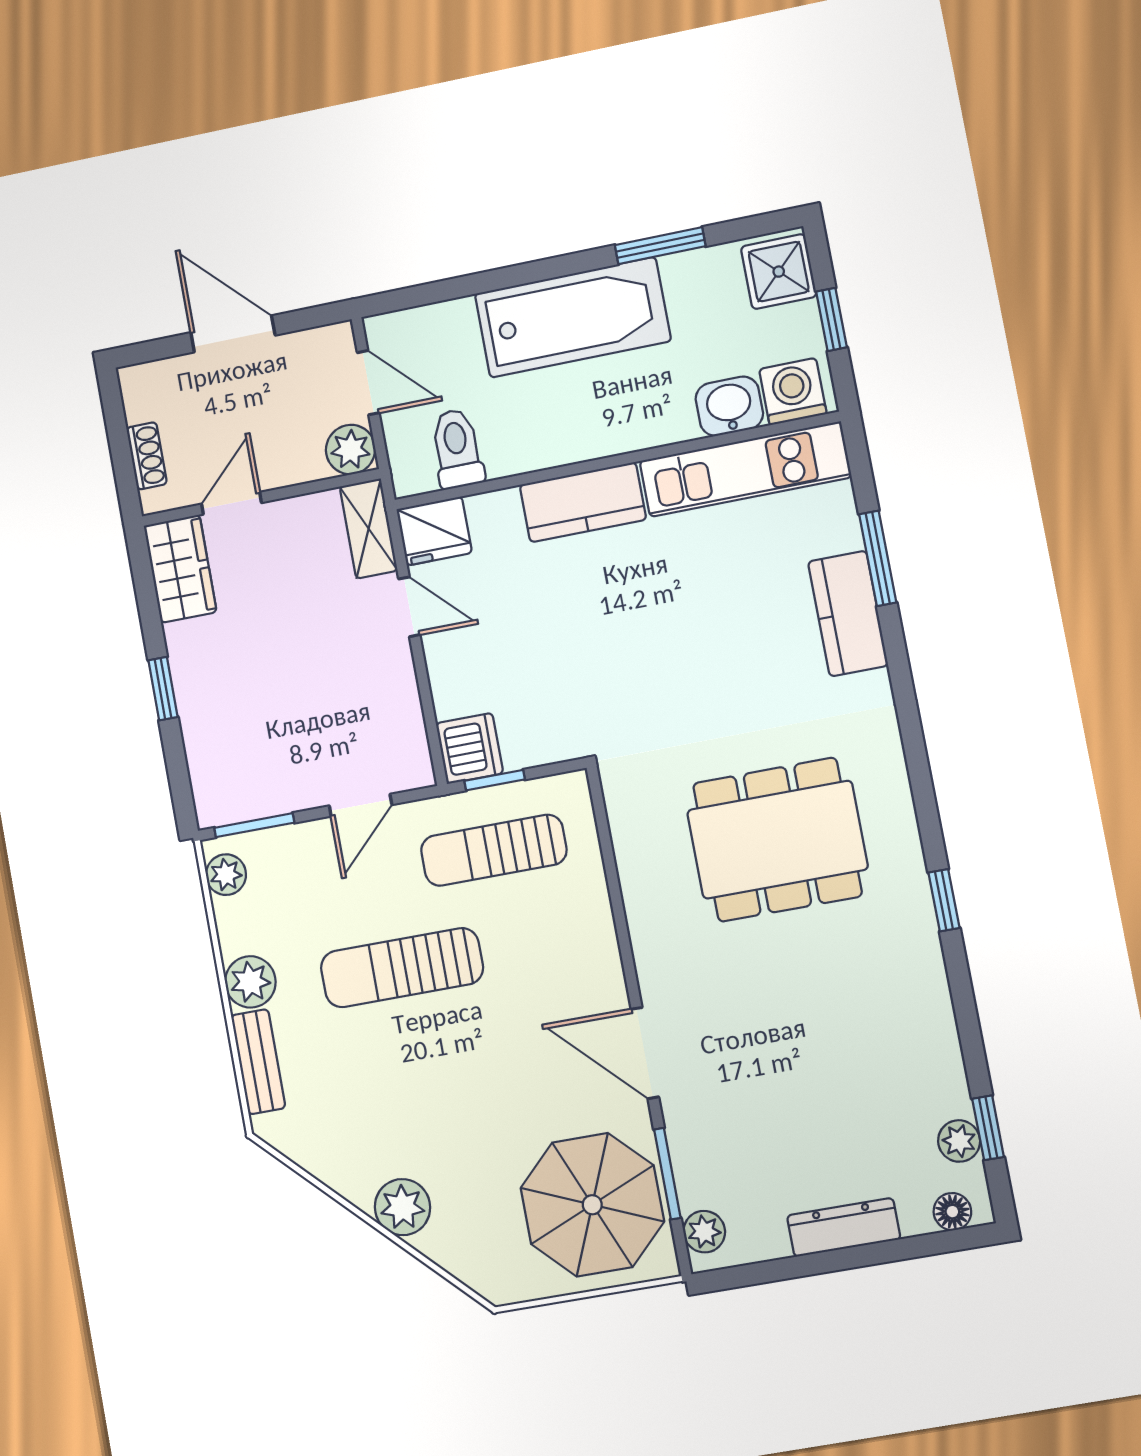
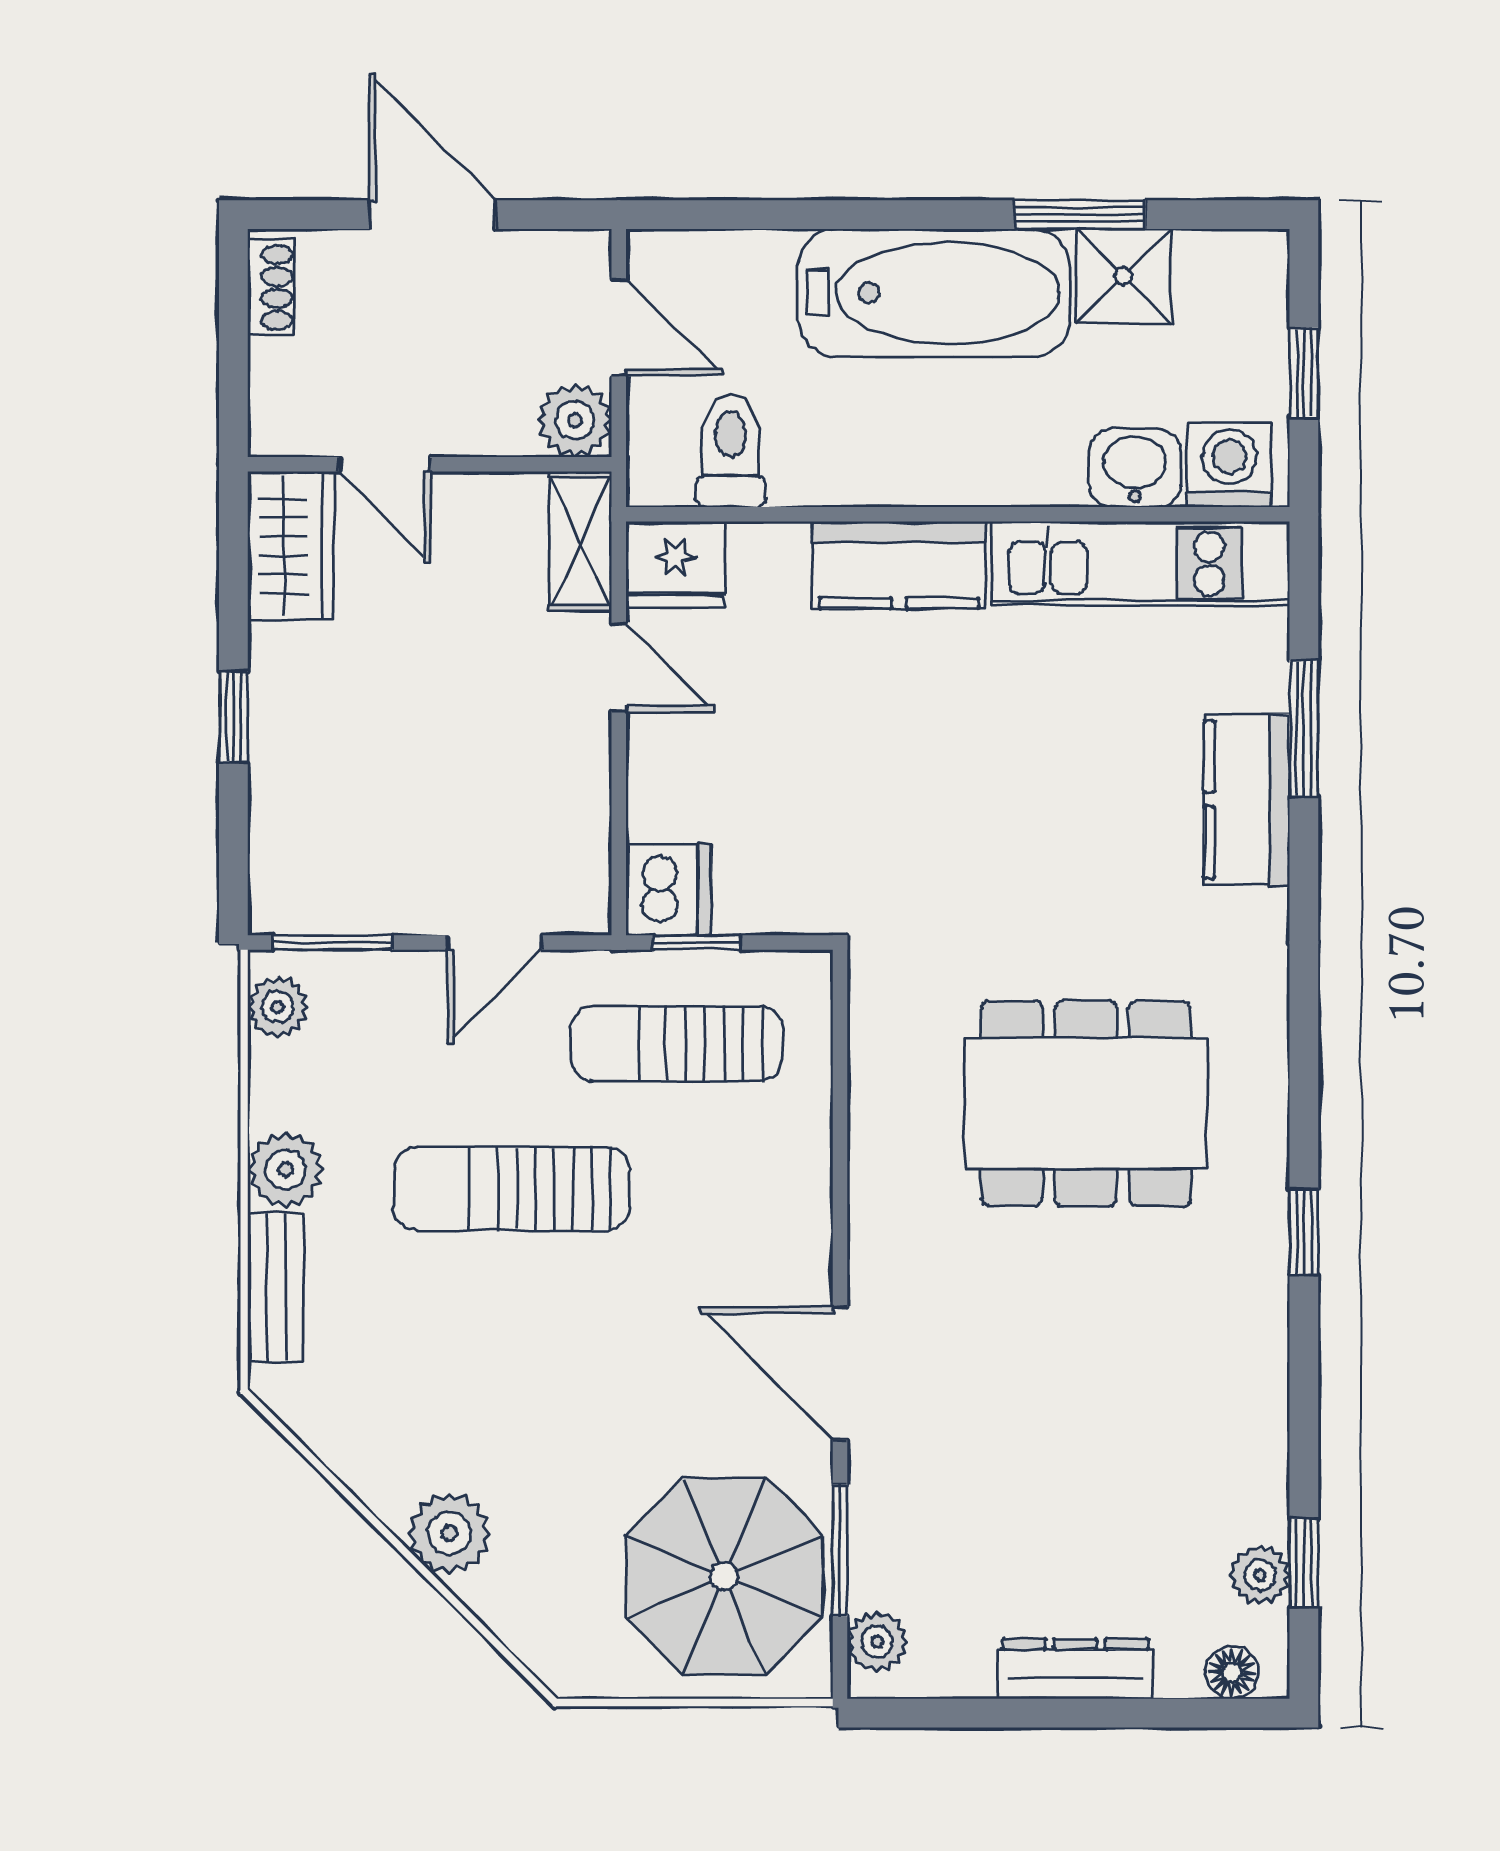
shower: (779, 272) -> (1123, 276), moved
shoe rack: (147, 456) -> (271, 287), moved
door: (231, 503) -> (385, 464), swing flipped

